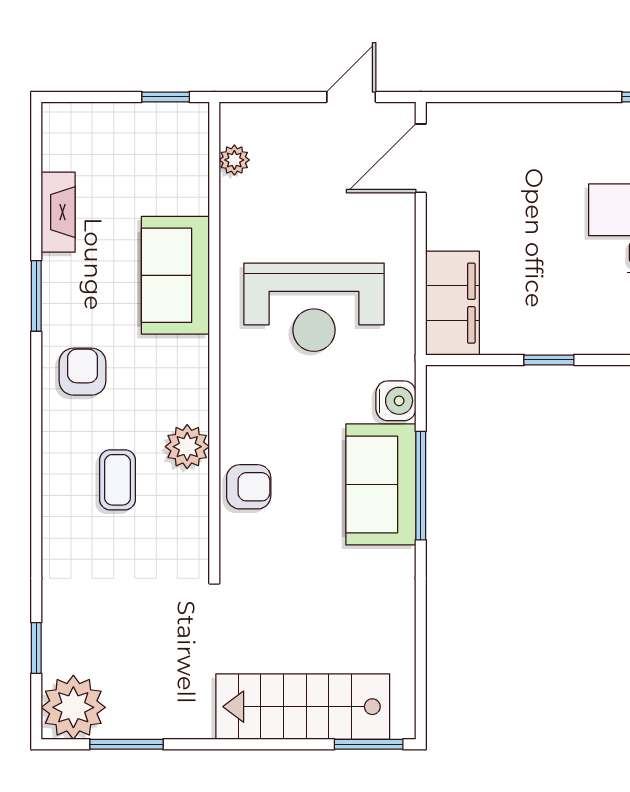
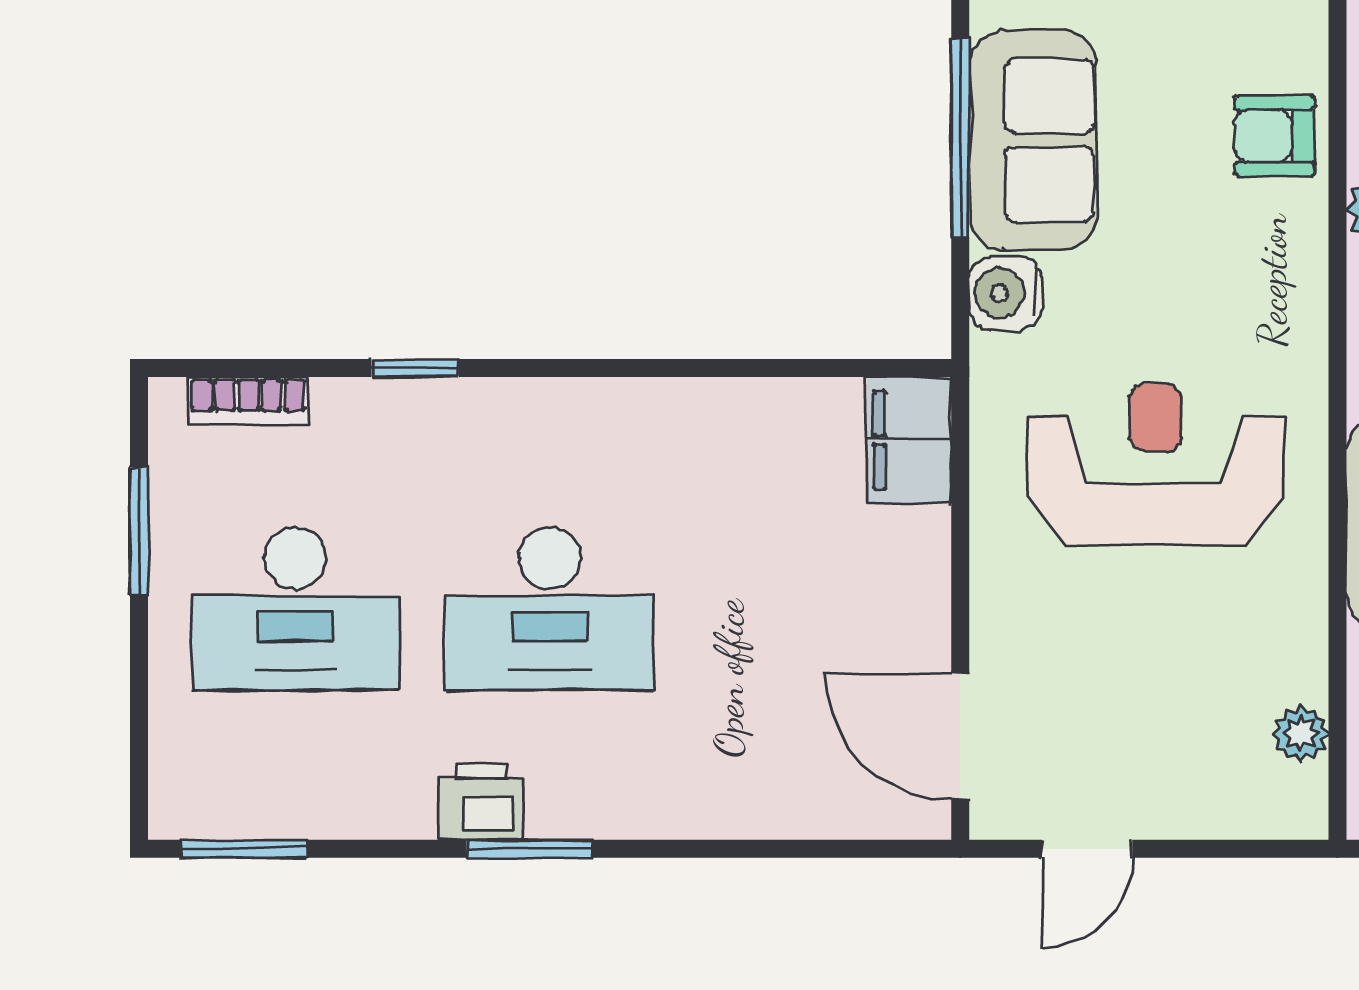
door: (421, 158) -> (960, 737), swing flipped
filing cabinet: (452, 303) -> (909, 440), width x0.67, depth x0.86
window: (549, 360) -> (726, 368), removed

